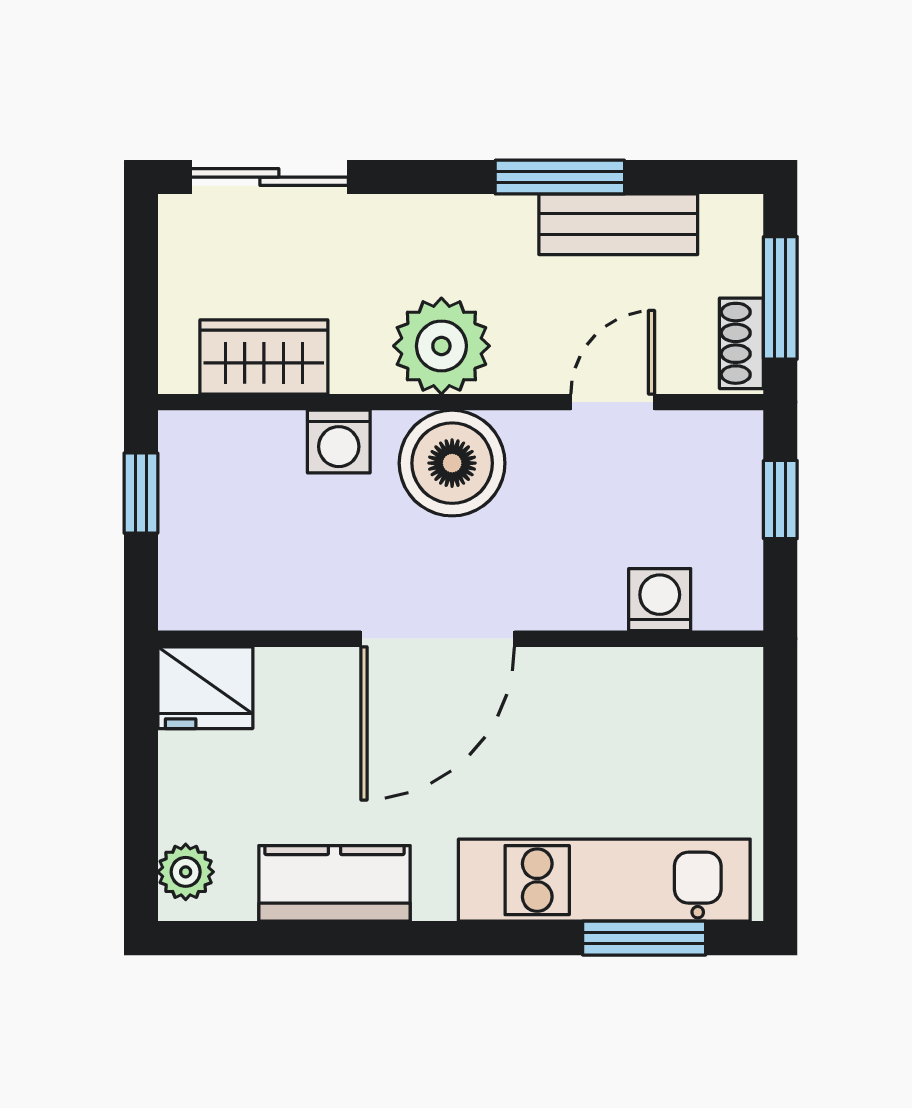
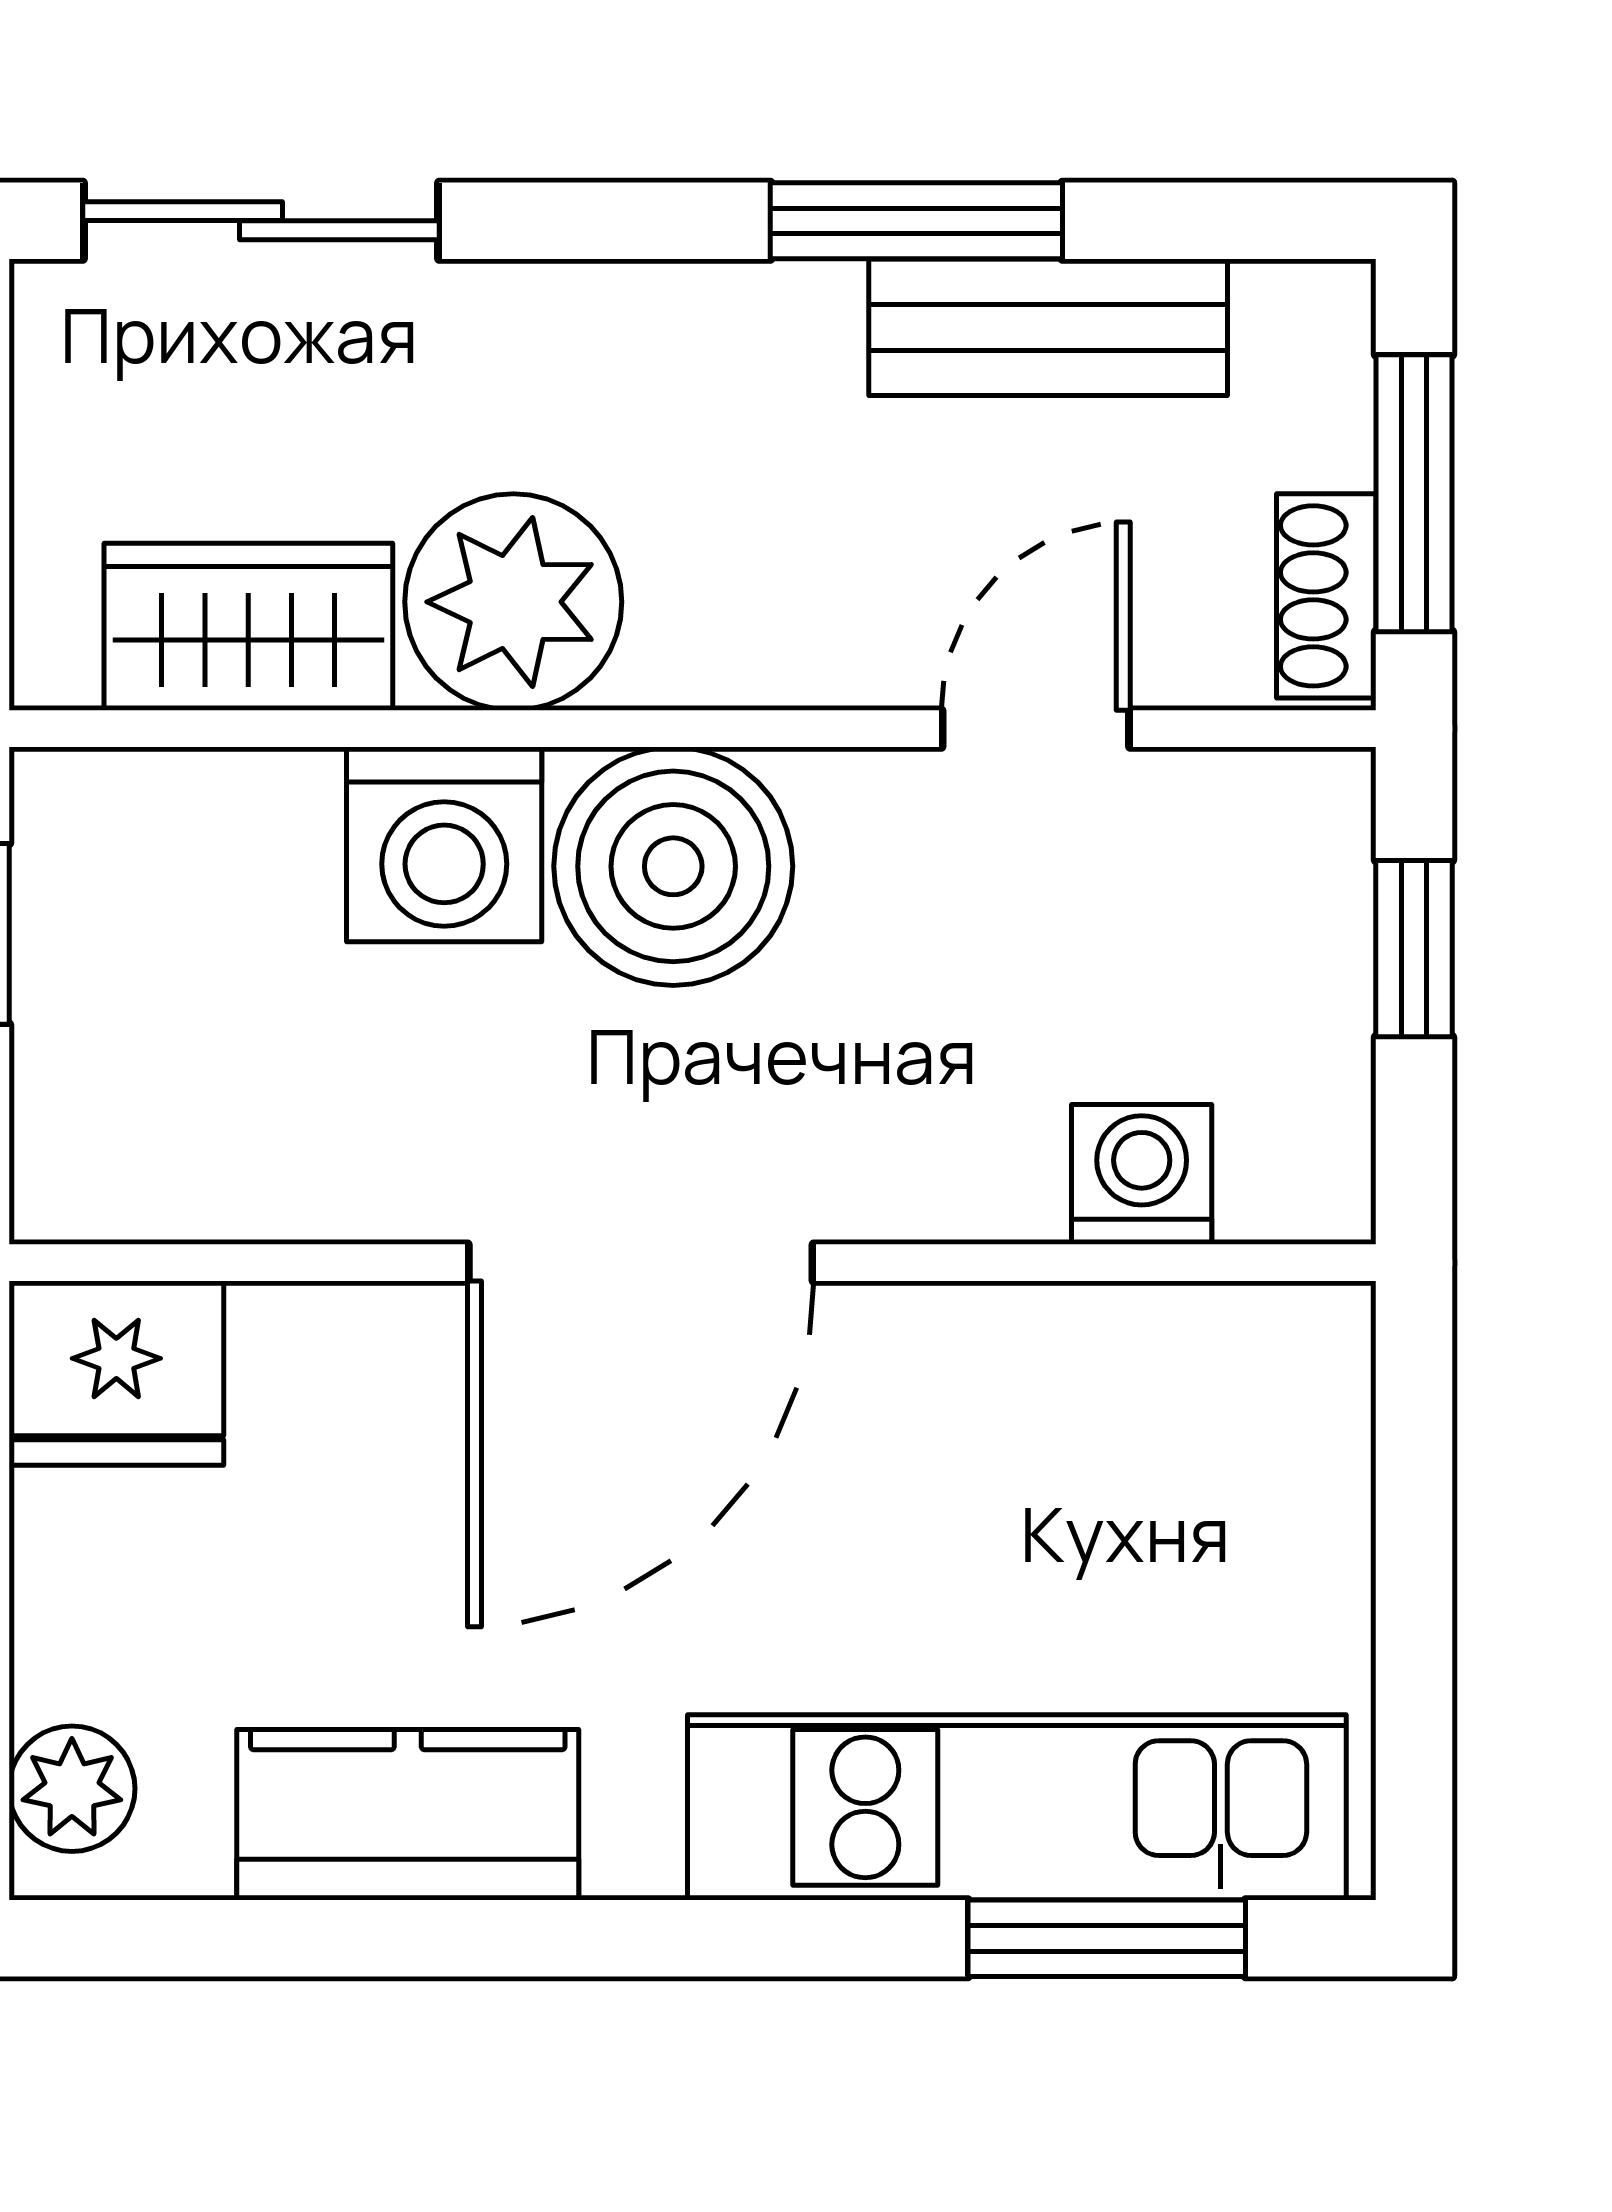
plant: (441, 346) -> (513, 602), moved
washing machine: (339, 442) -> (444, 844), width x1.38, depth x1.38

